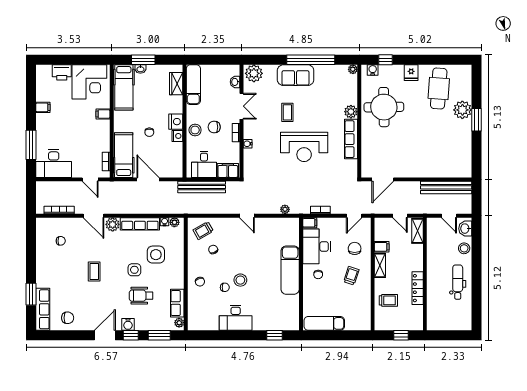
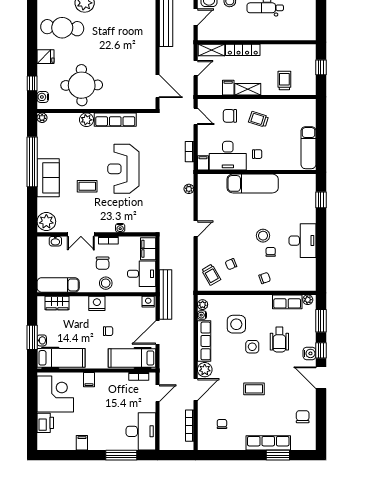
double door: (242, 106) -> (81, 234), swing flipped
nightstand: (177, 136) -> (148, 302), moved
reception desk: (304, 147) -> (123, 169), turned 180
bench: (202, 187) -> (166, 294), moved
locker: (418, 288) -> (243, 50), moved
row of seats: (43, 309) -> (268, 443), moved

